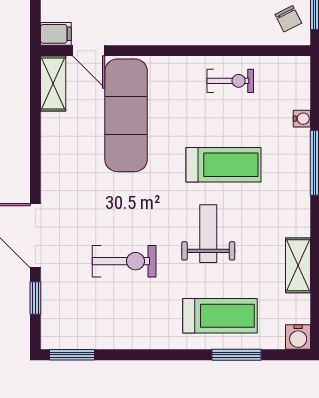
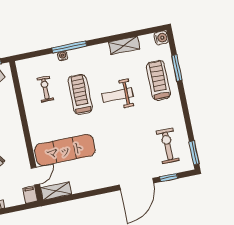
exercise bike: (230, 81) -> (45, 89), moved
water cooler: (302, 119) -> (63, 56), moved
exercise bike: (124, 261) -> (168, 146), moved

